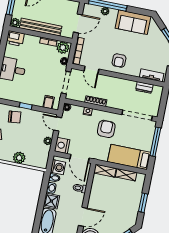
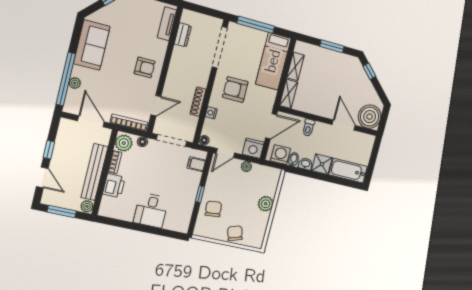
printer: (15, 38) -> (114, 186), moved

